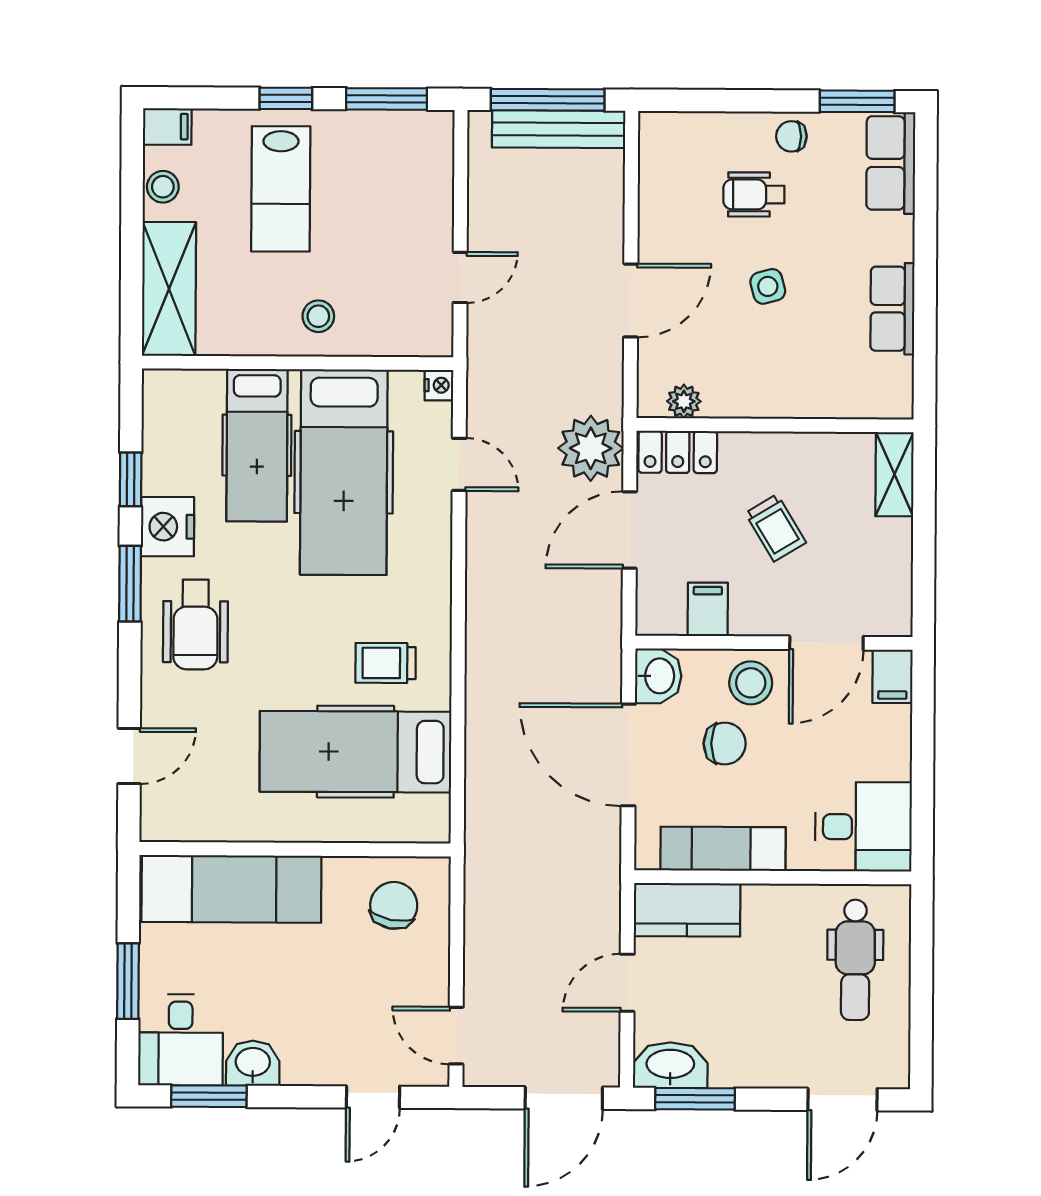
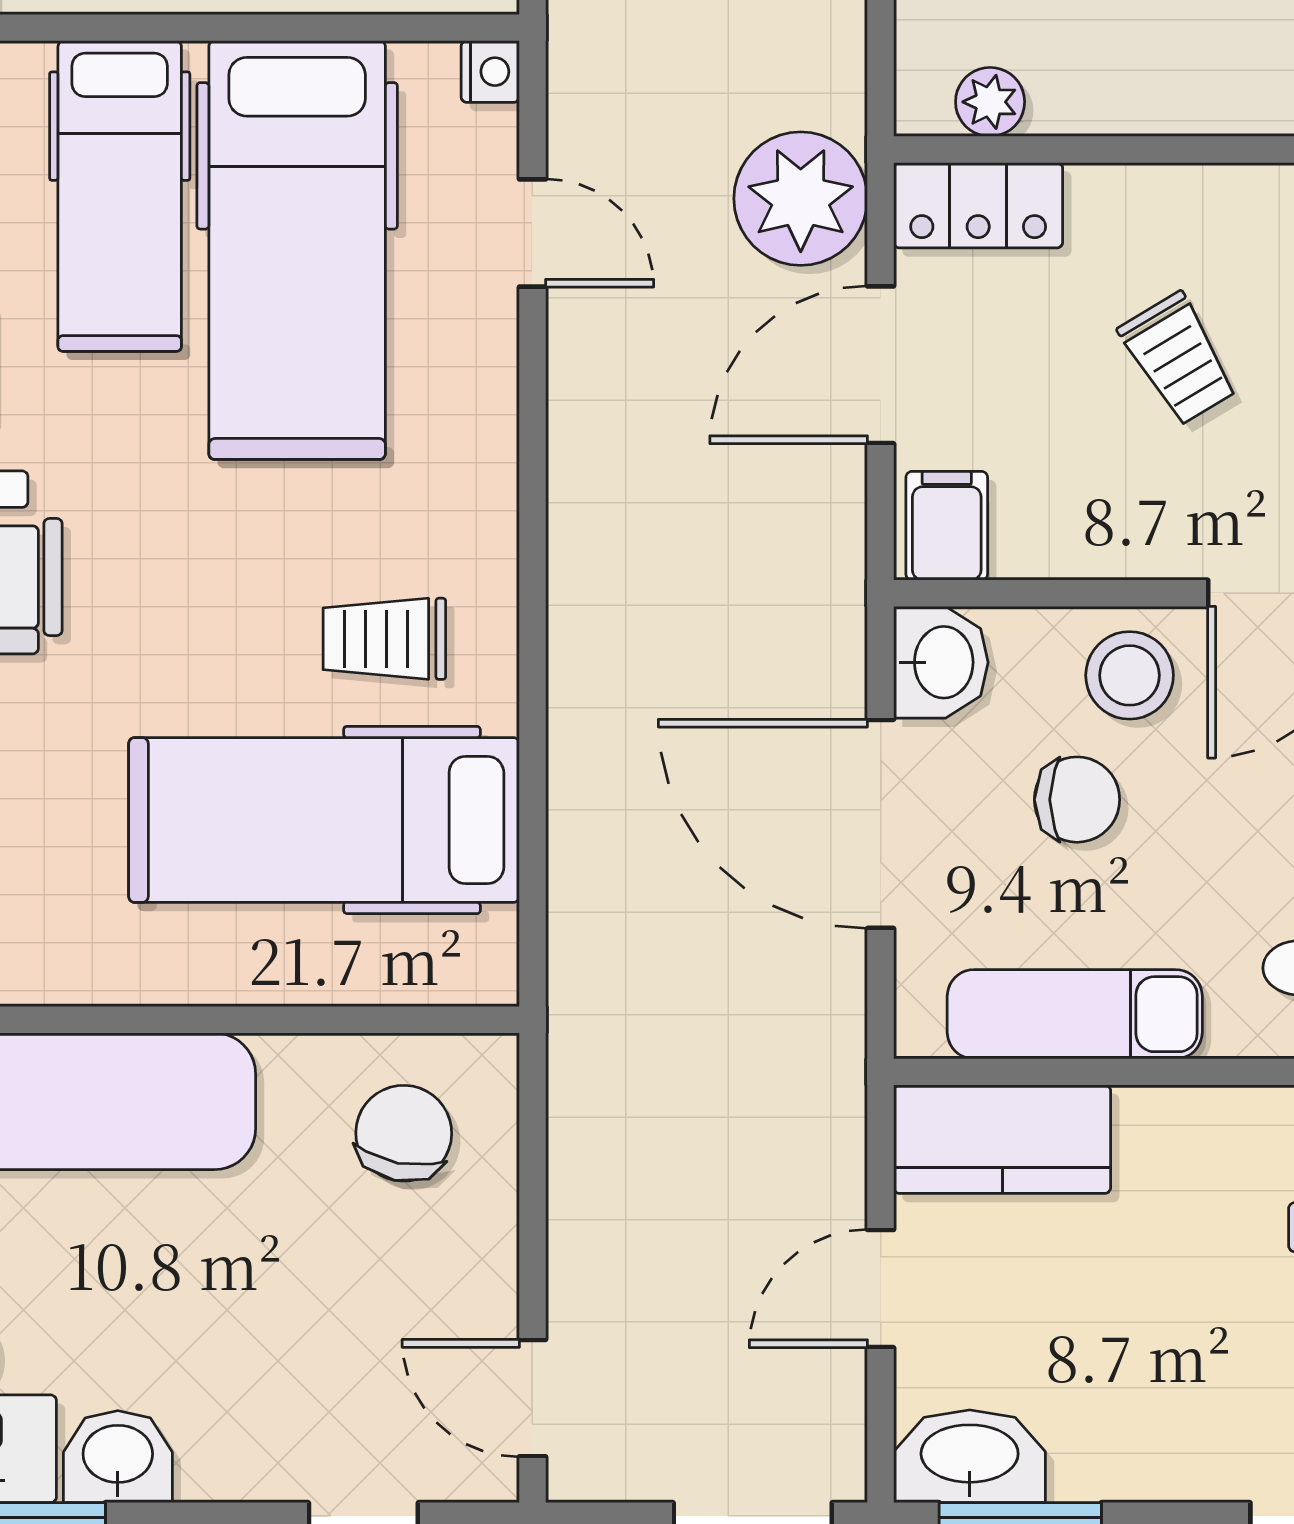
filing cabinet: (708, 609) -> (947, 526), moved

